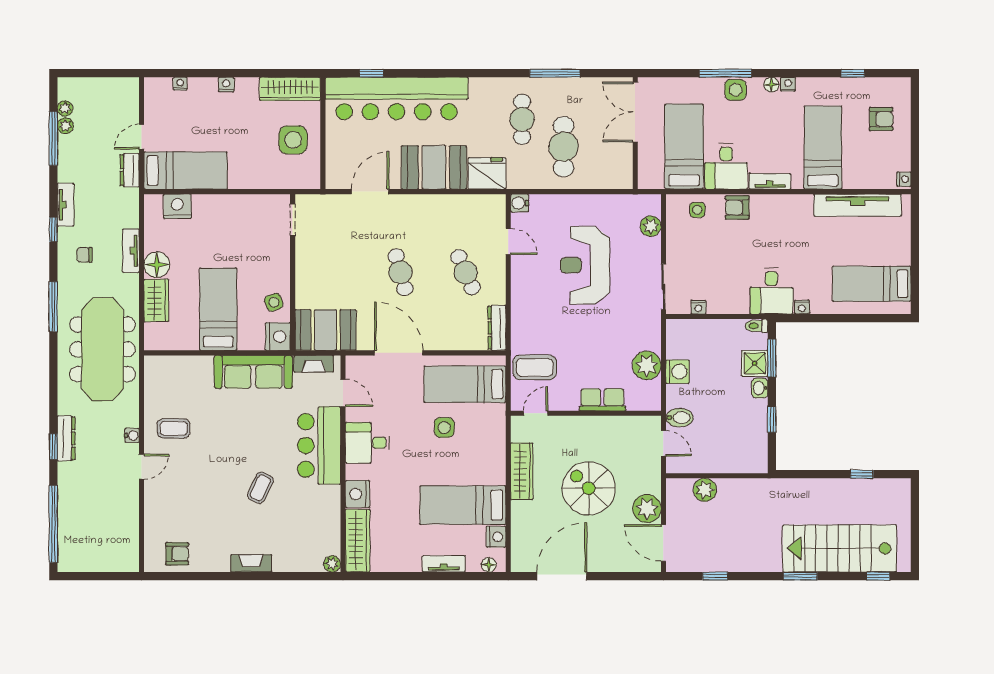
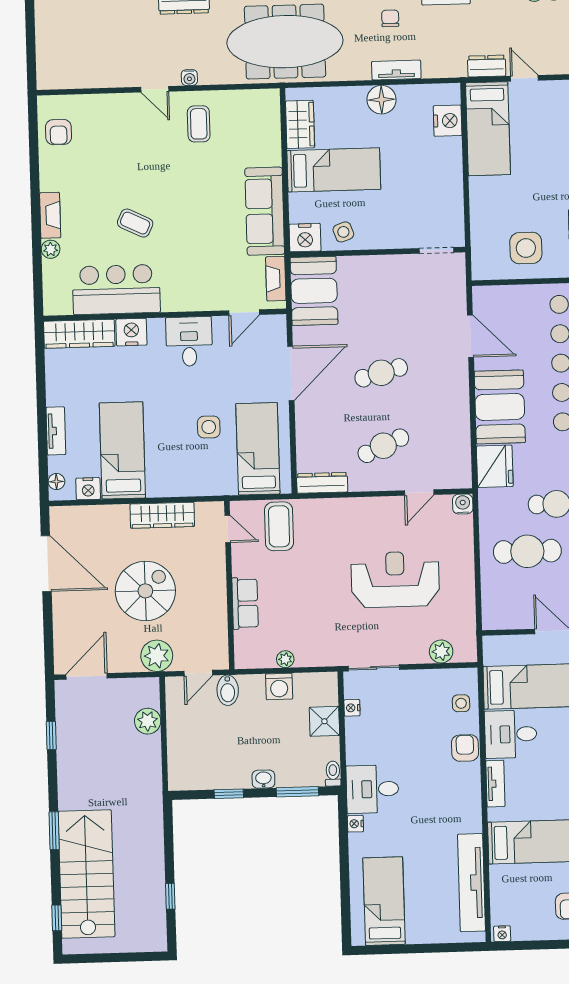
wardrobe: (156, 301) -> (300, 124), moved, turned -90
shower: (755, 363) -> (324, 721), moved
plant: (647, 365) -> (285, 659), width x0.53, depth x0.53
bar counter: (319, 445) -> (116, 289), moved
plant: (647, 509) -> (157, 656), moved
plant: (332, 564) -> (51, 249), moved

